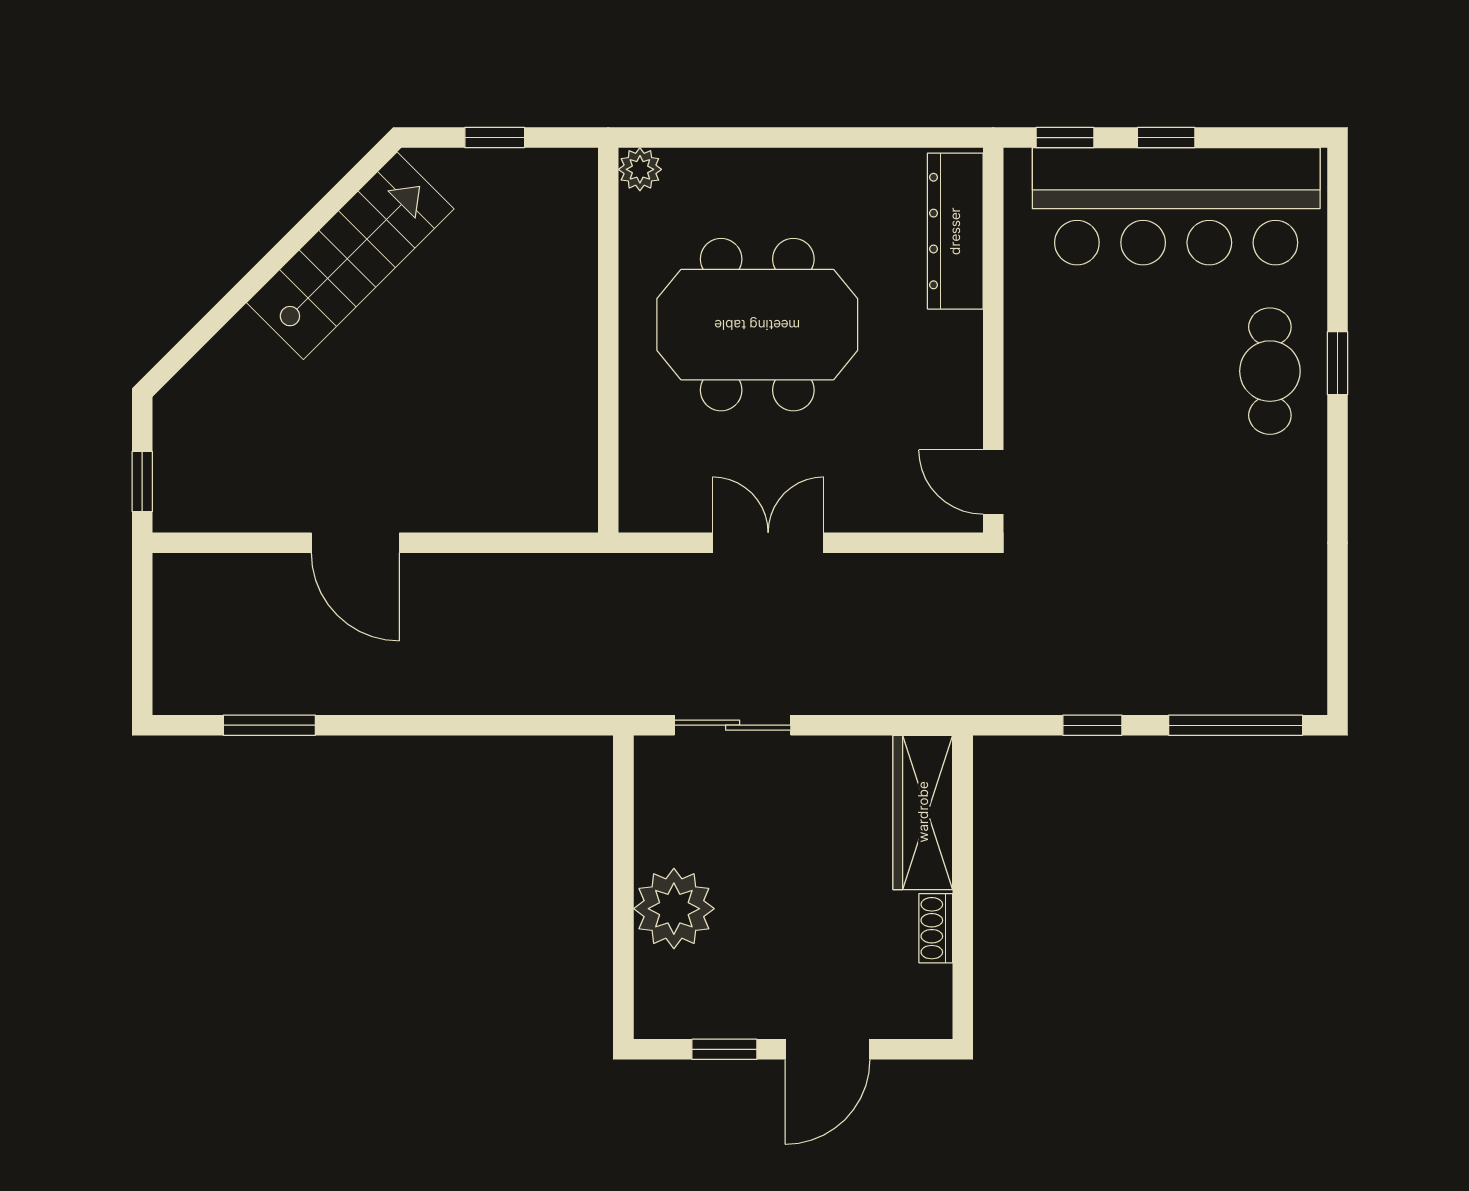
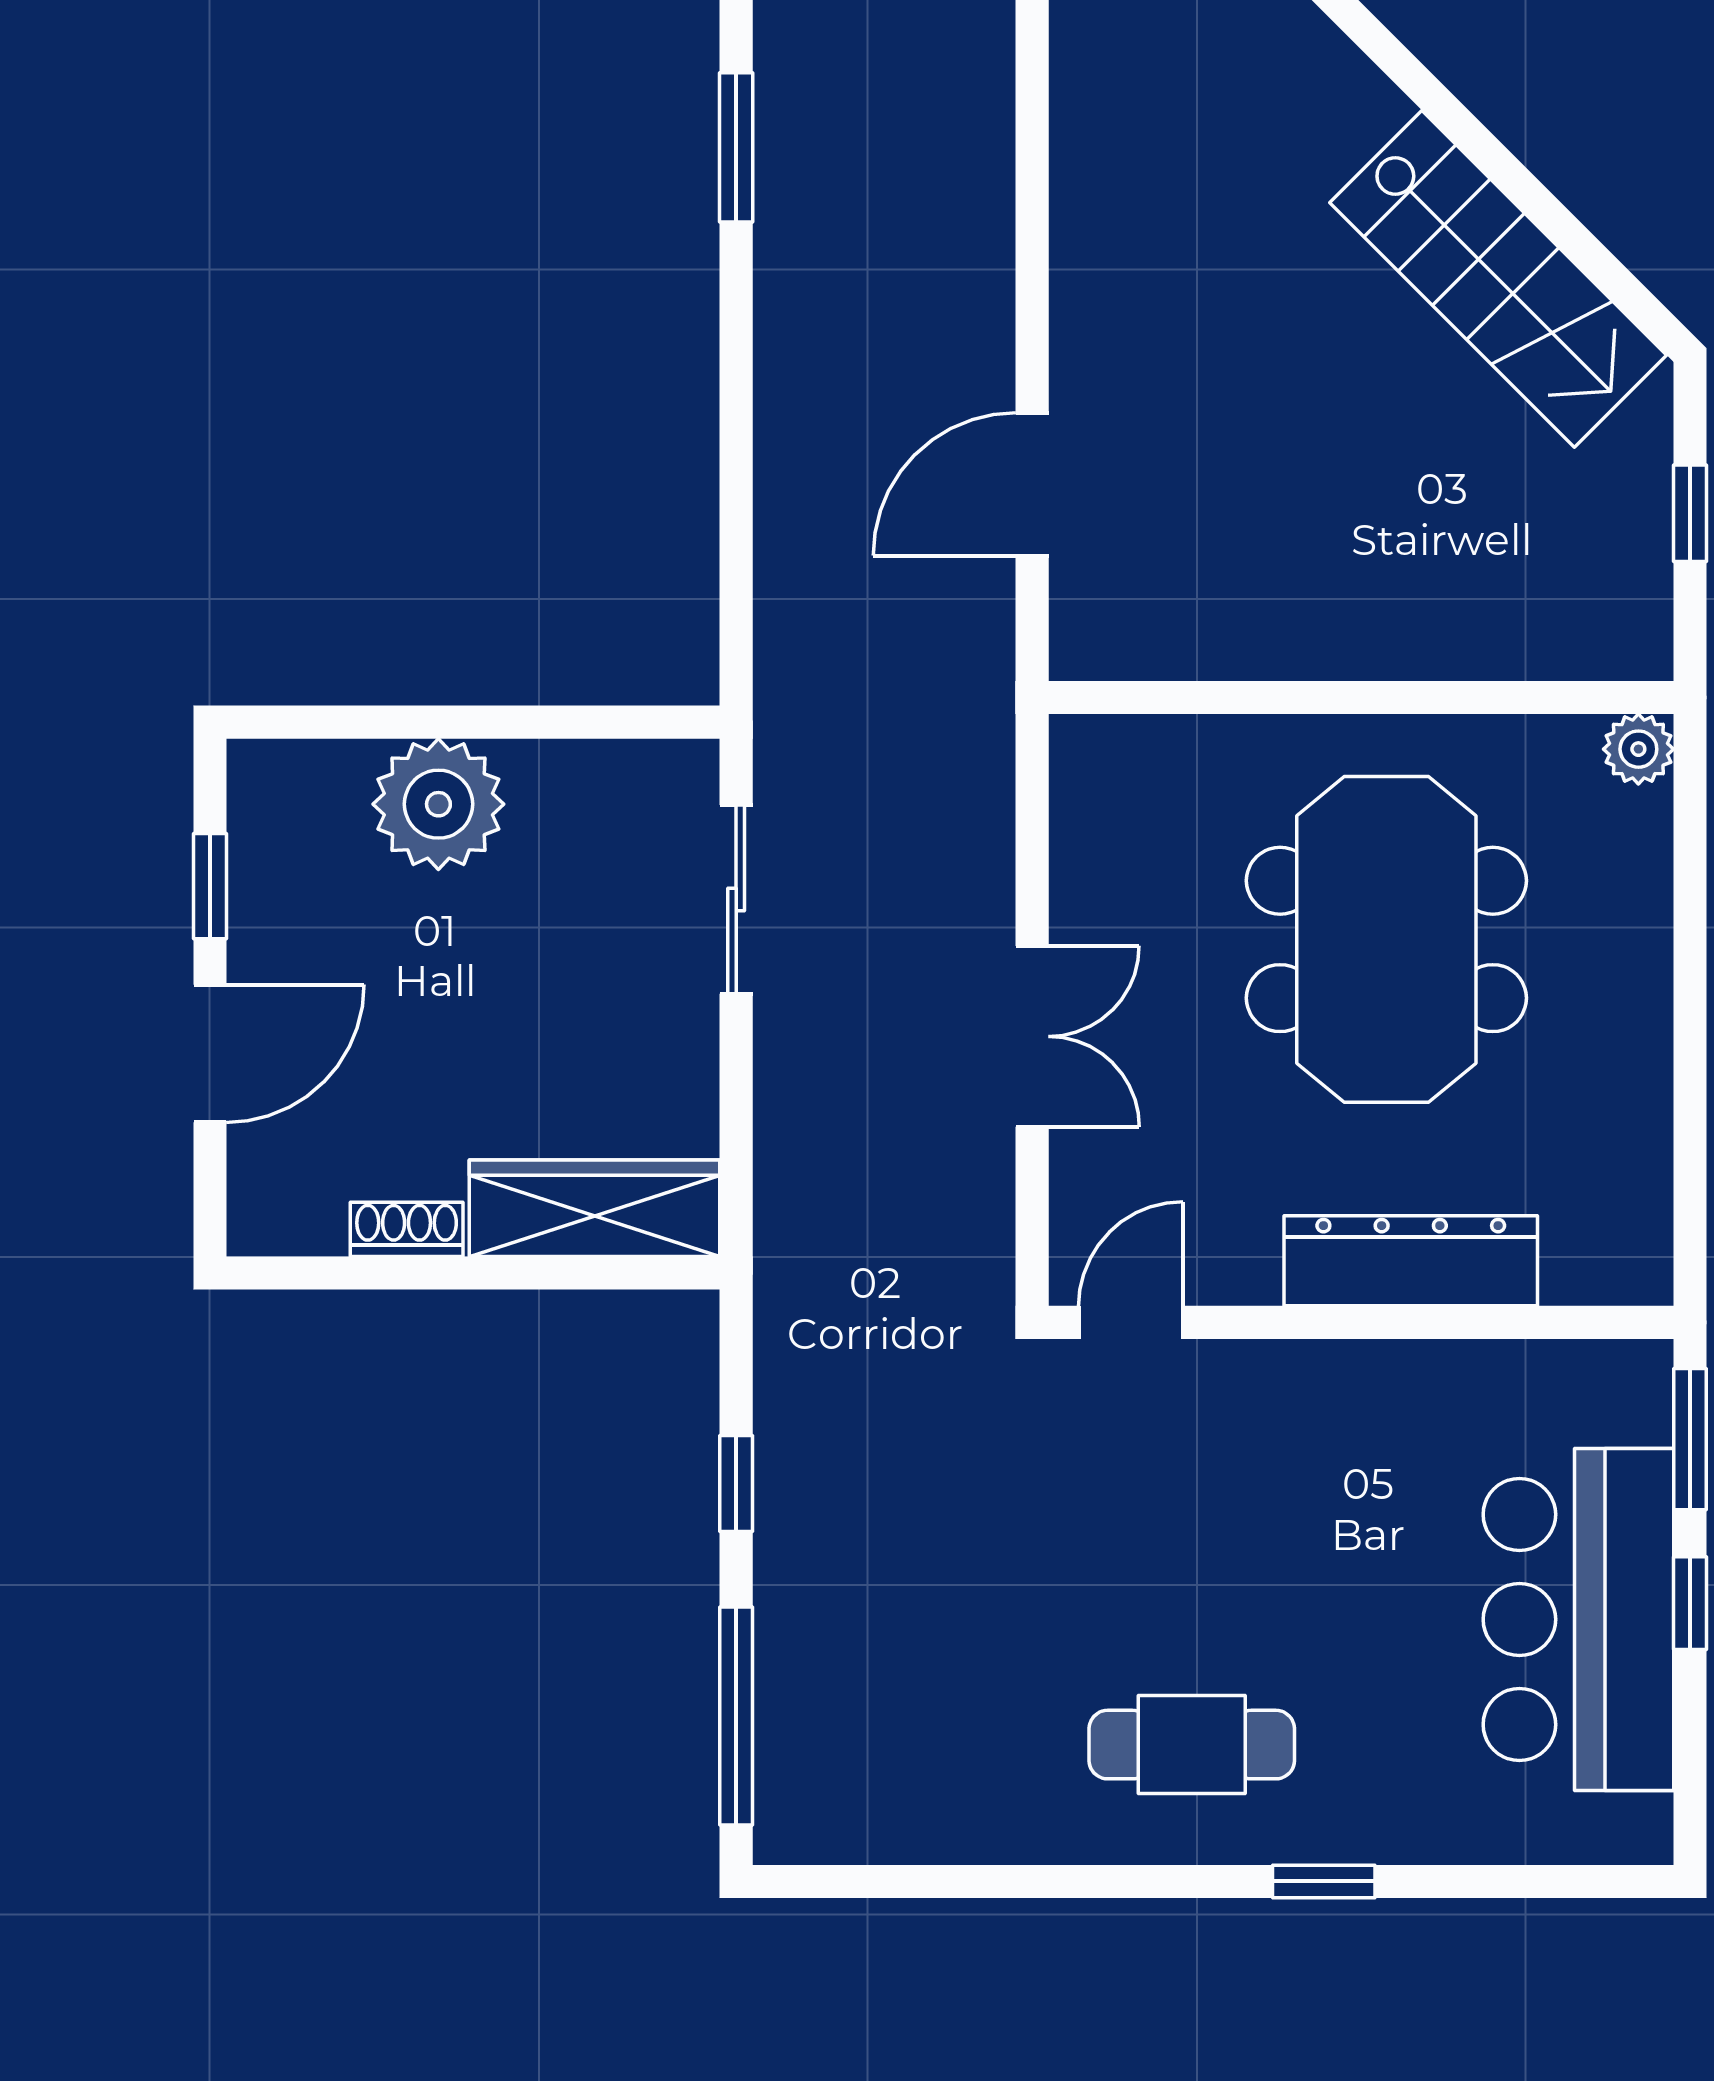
window: (1065, 138) -> (1690, 1439), width x1.50
bar counter: (1176, 206) -> (1578, 1619), width x0.73
dresser: (955, 231) -> (1411, 1261), moved
cafe table: (1270, 371) -> (1192, 1745), moved
door: (355, 543) -> (1032, 484), moved
double door: (768, 543) -> (1032, 1036), moved
door: (827, 1049) -> (210, 1053), swing flipped

